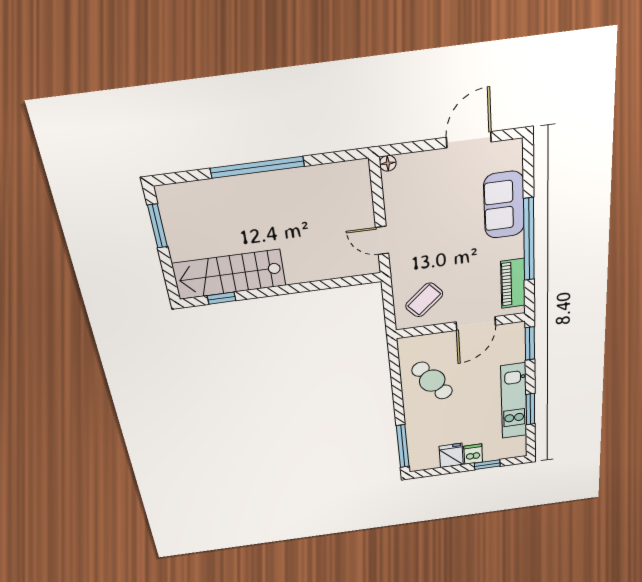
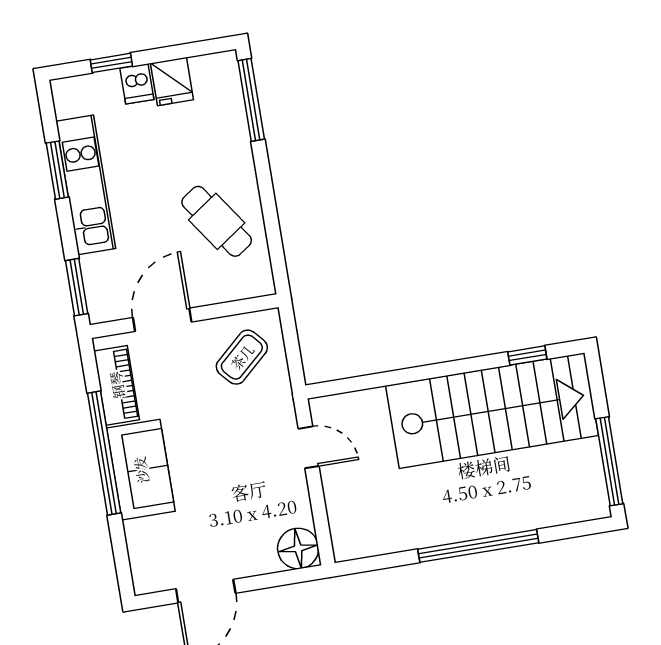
floor lamp: (388, 163) -> (298, 548), width x1.89, depth x1.89
sofa: (504, 205) -> (141, 470), moved
window: (157, 226) -> (609, 461), width x1.44
stairs: (229, 274) -> (492, 411), width x1.36, depth x1.51

